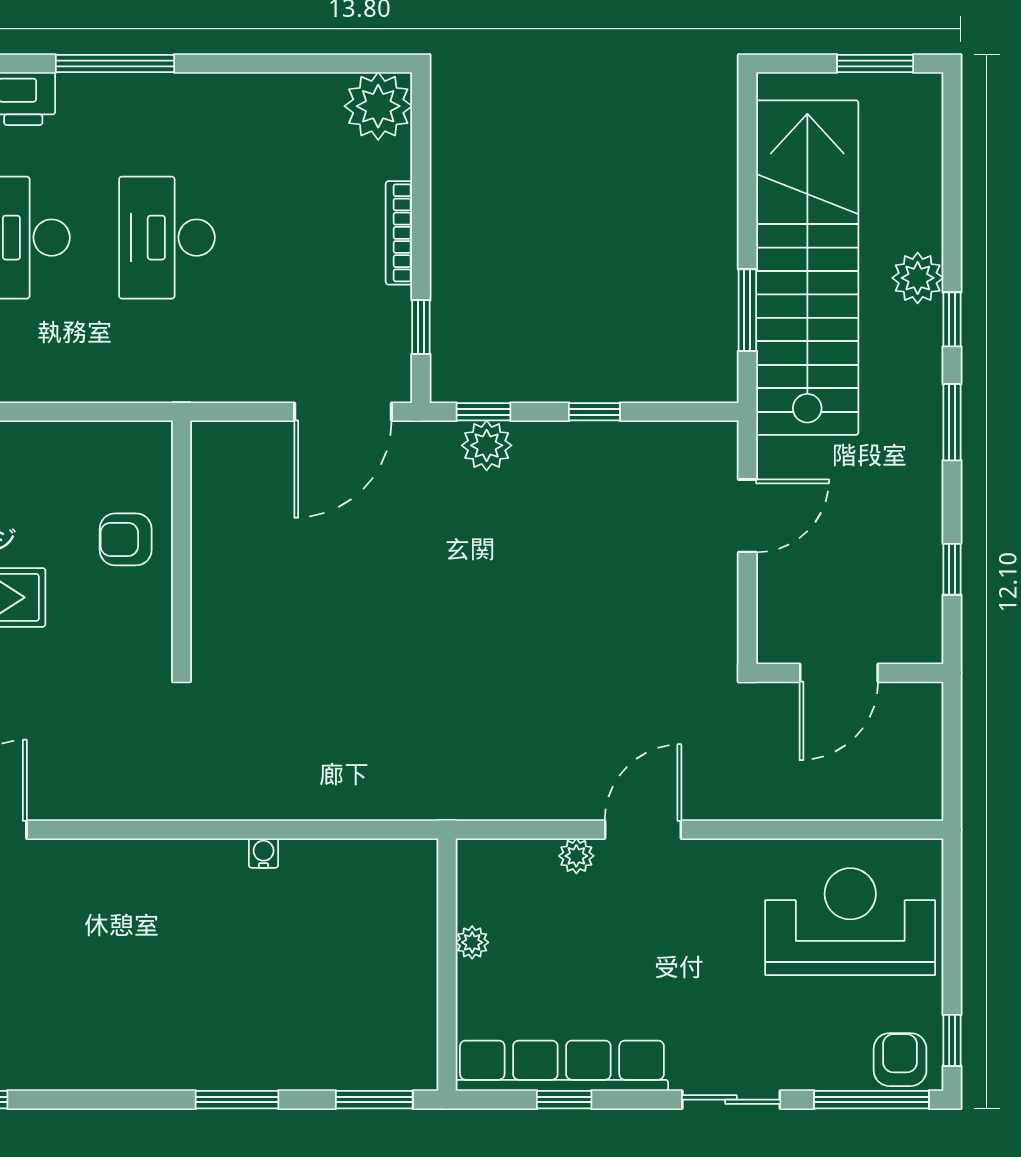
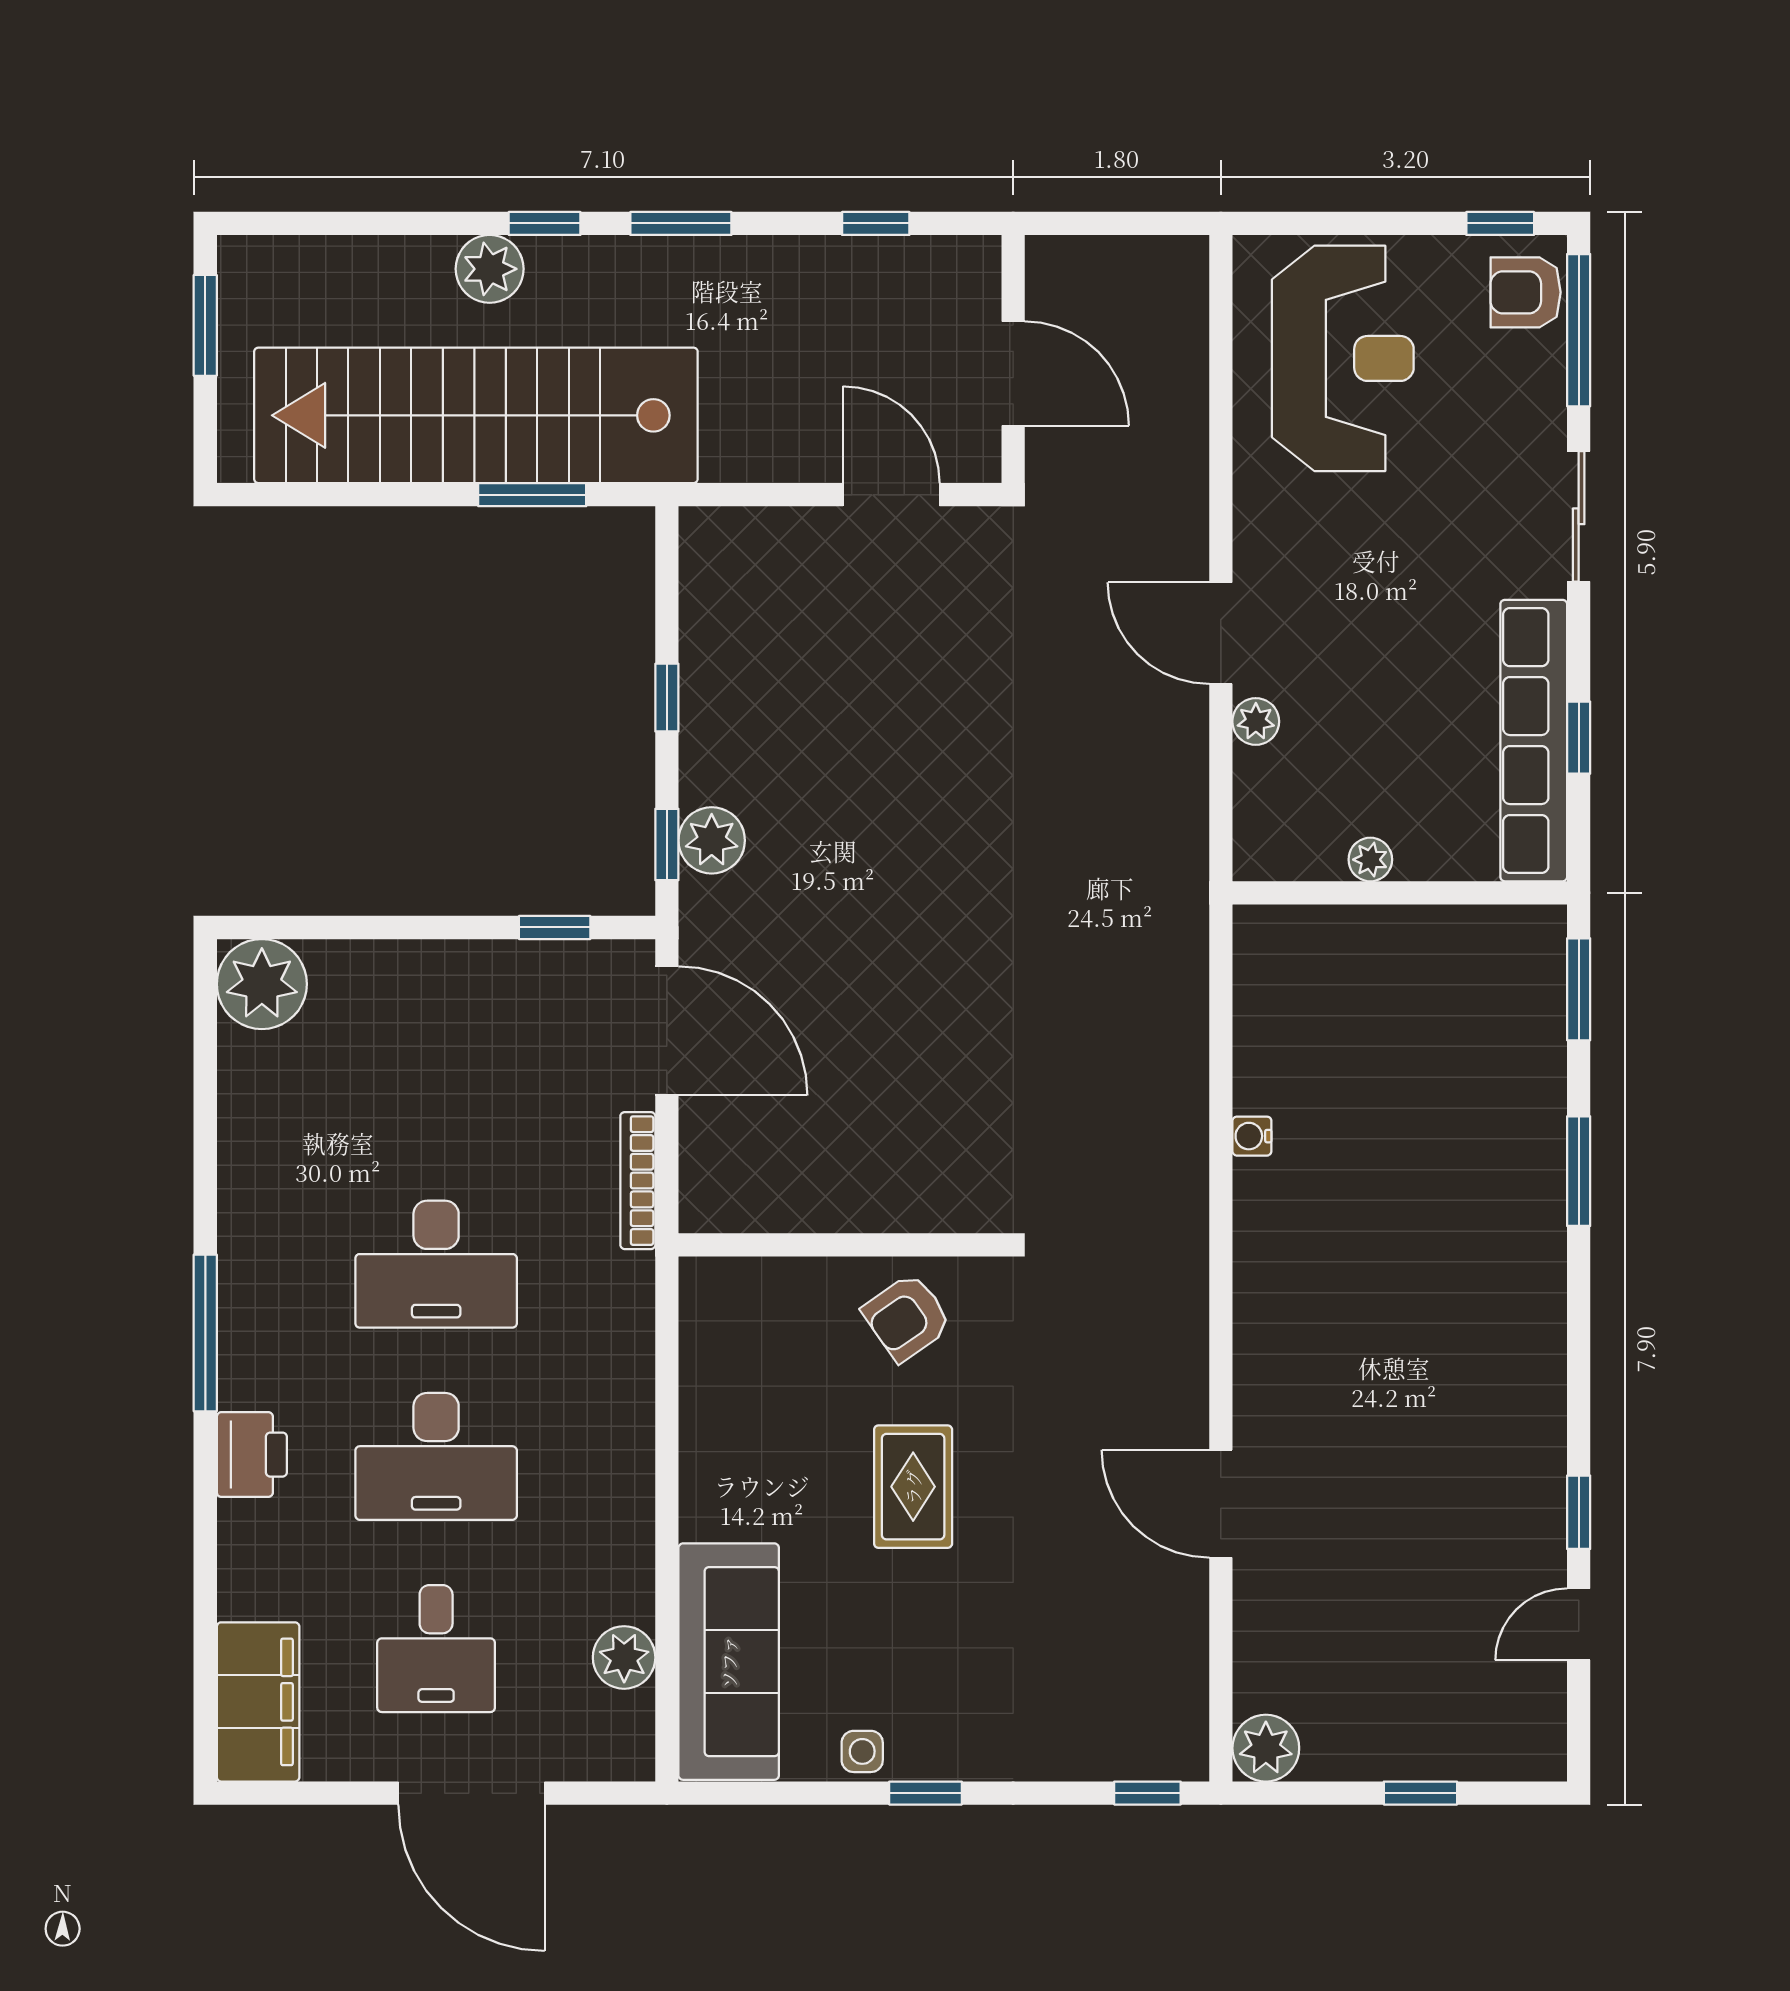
bookcase: (399, 233) -> (638, 1181), moved, turned 90
door: (747, 516) -> (891, 495), moved
armchair: (126, 539) -> (907, 1317), moved, turned 55
reception desk: (850, 922) -> (1343, 358), turned 180

